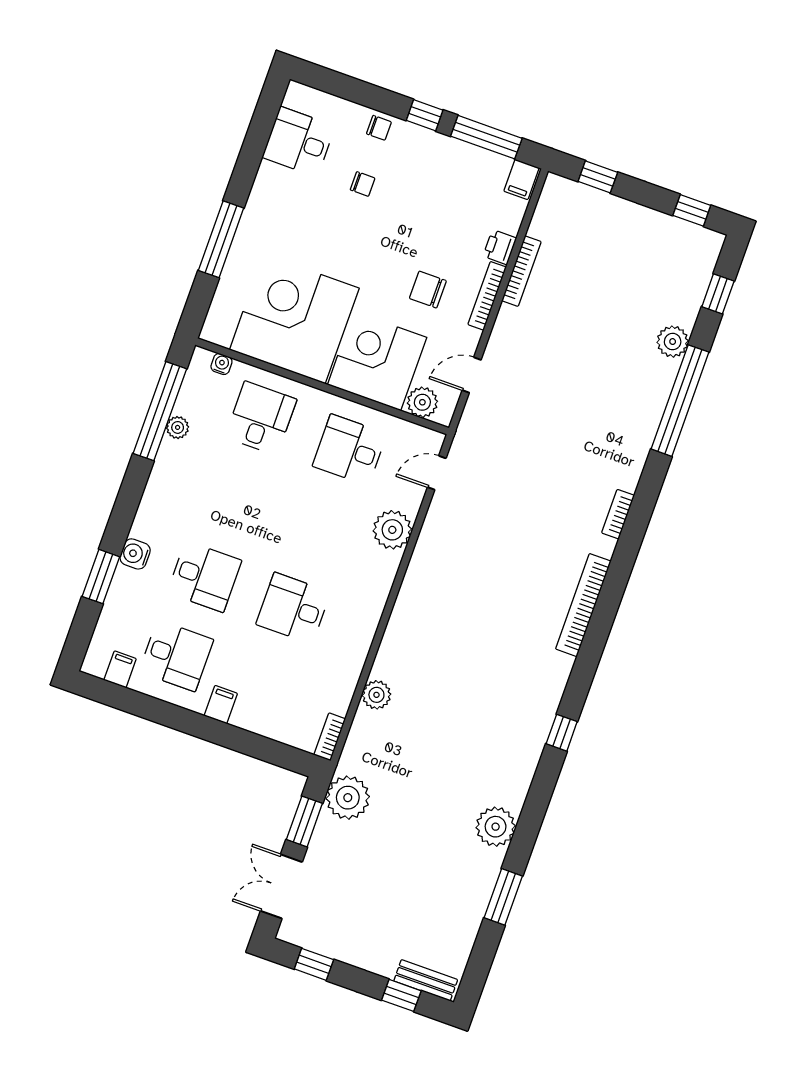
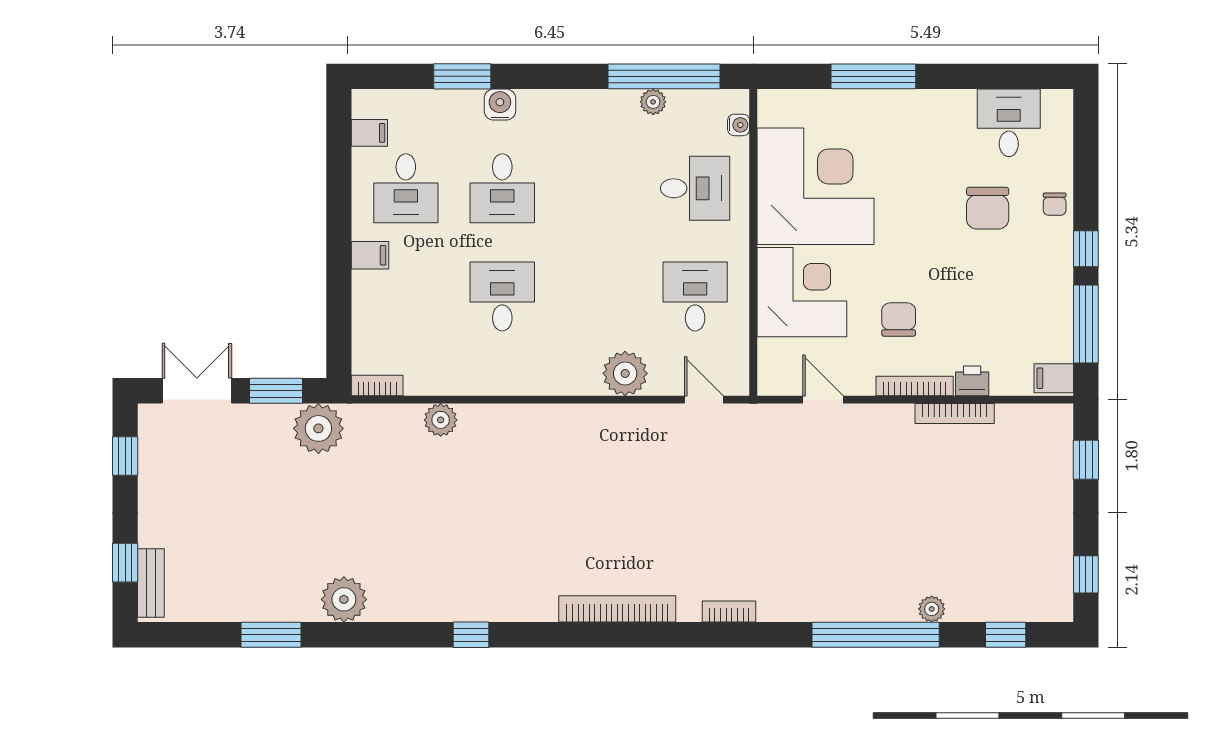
chair: (363, 184) -> (988, 208), width x1.87, depth x1.87
plant: (673, 342) -> (932, 609), width x0.73, depth x0.73
plant: (422, 402) -> (775, 357), removed

